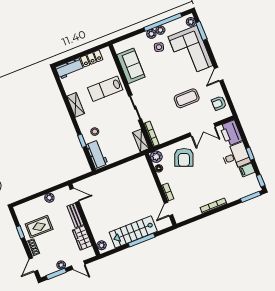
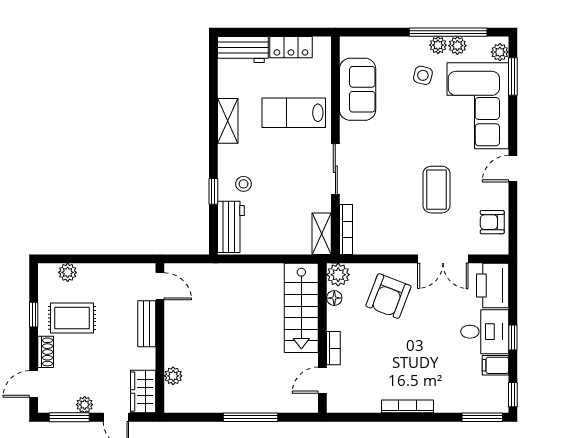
plant: (151, 34) -> (457, 46), moved
coffee table: (187, 98) -> (437, 190), turned 90
plant: (49, 198) -> (68, 272), moved
stairs: (133, 232) -> (301, 308), moved, turned -90
wardrobe: (82, 238) -> (143, 392), moved
plant: (102, 245) -> (173, 376), moved

